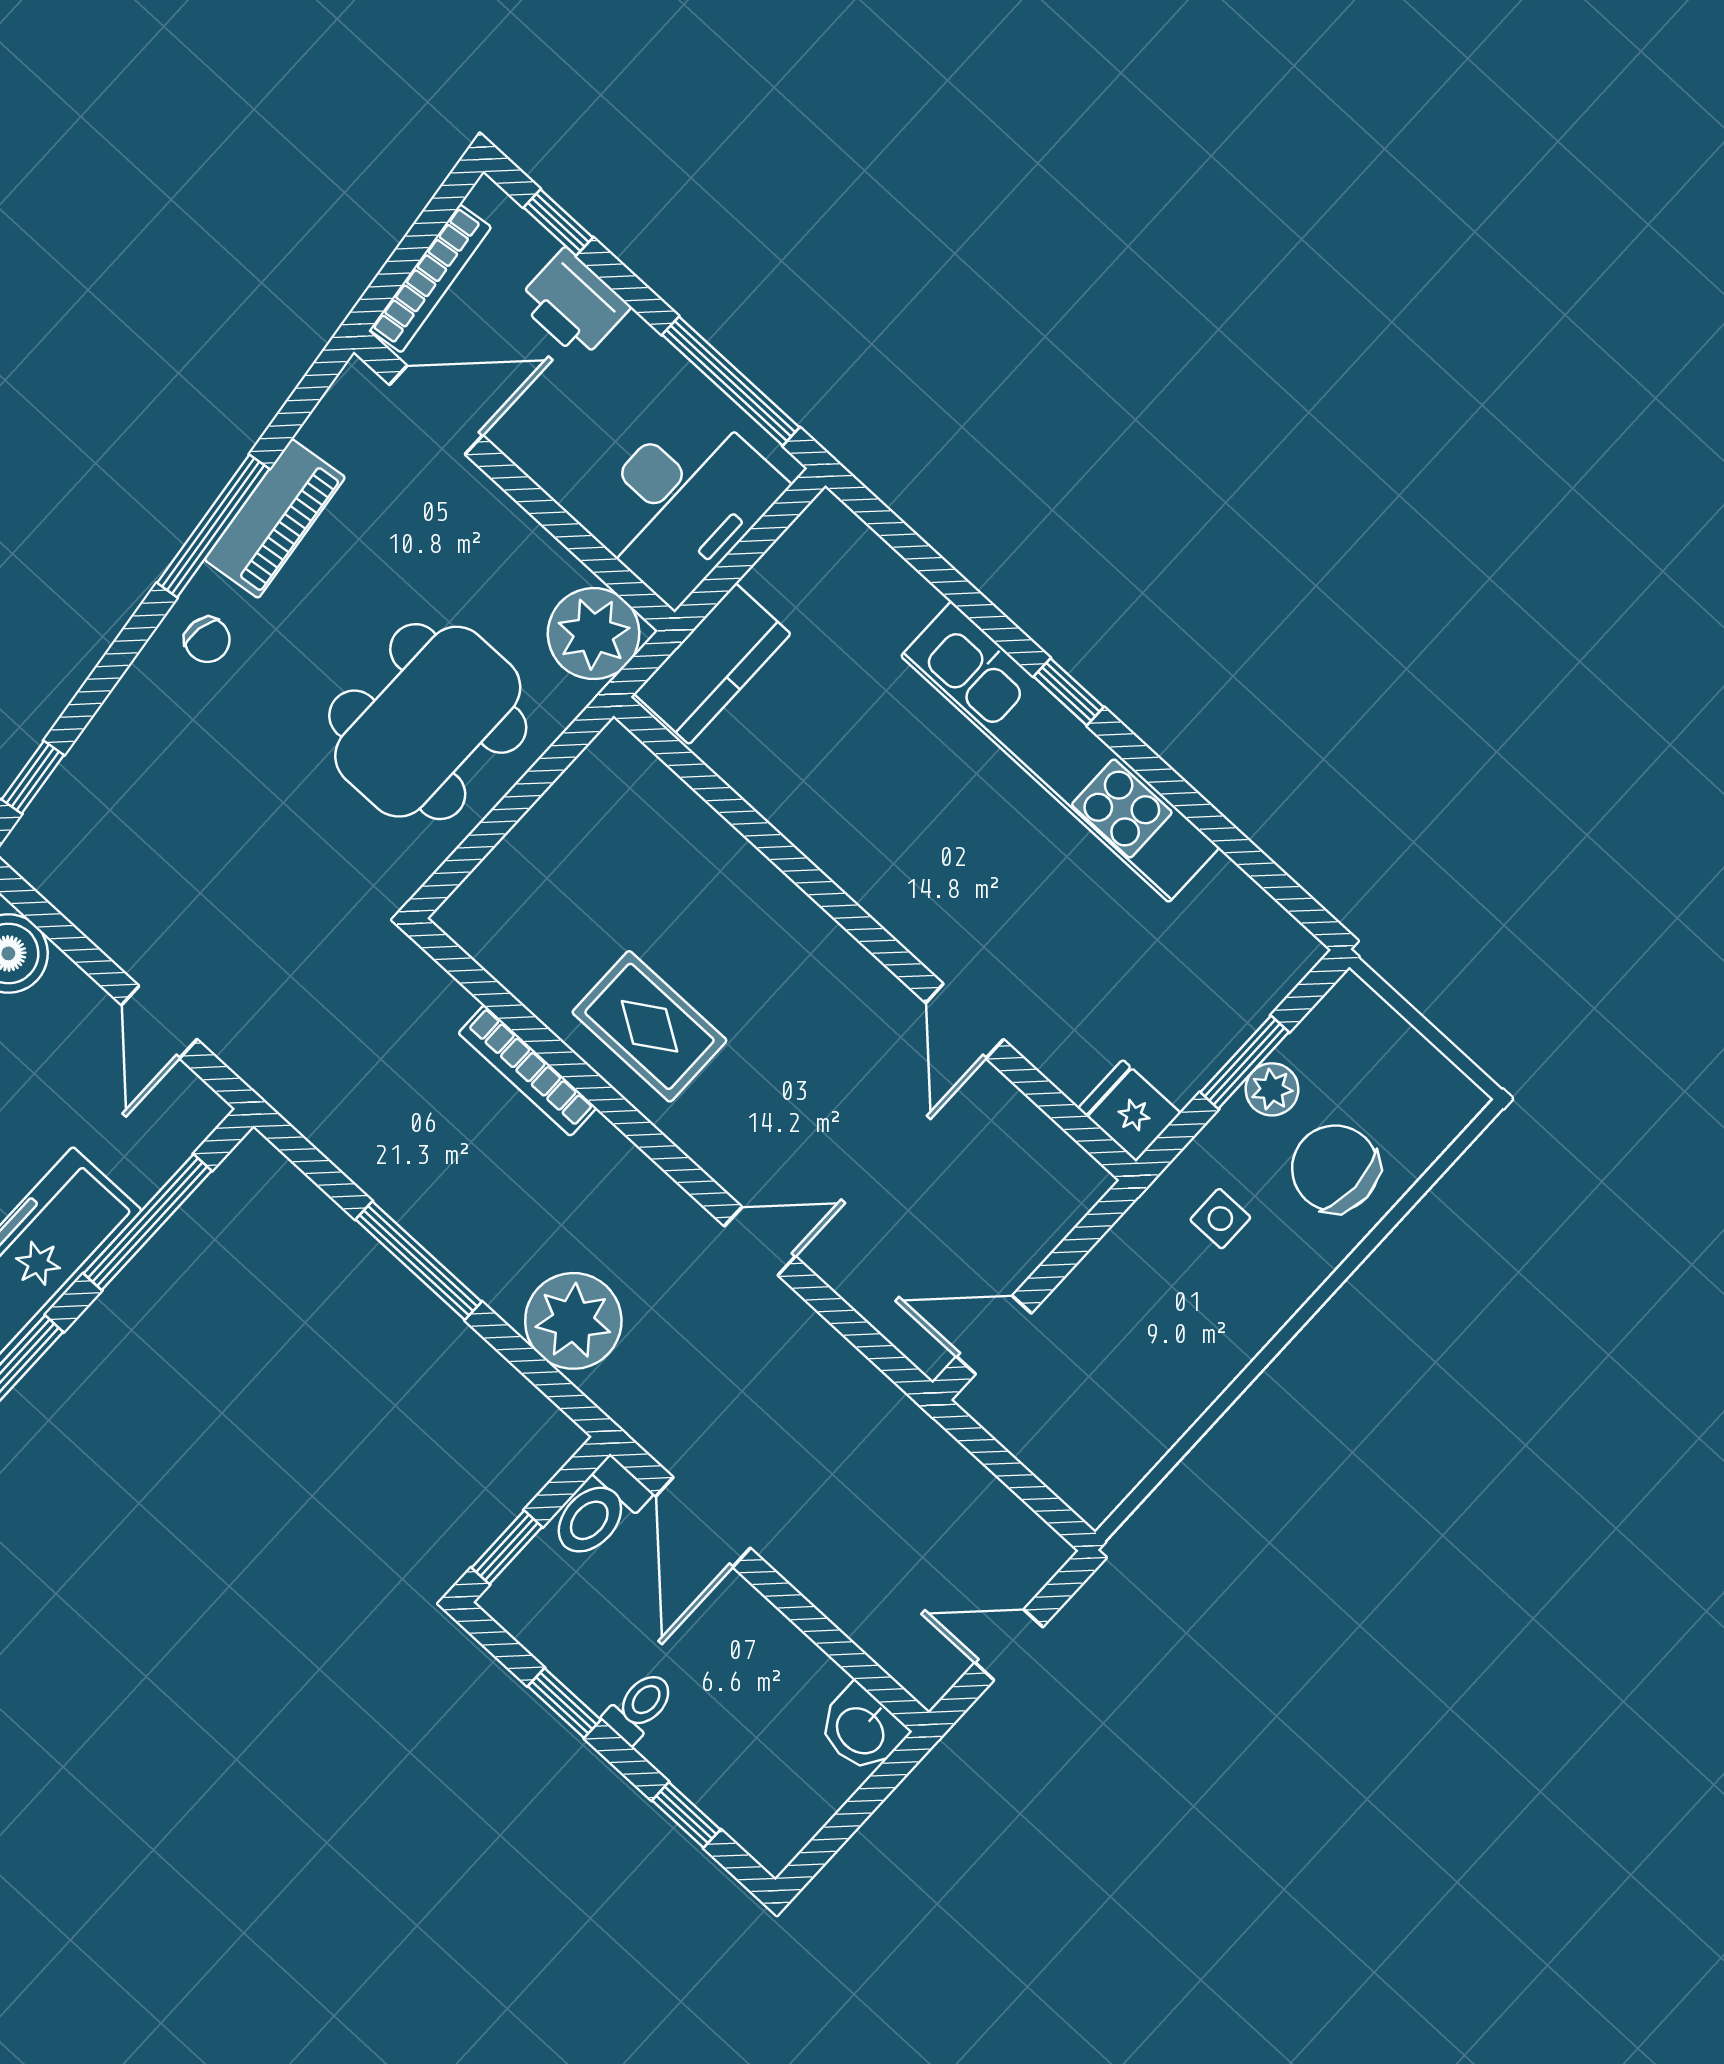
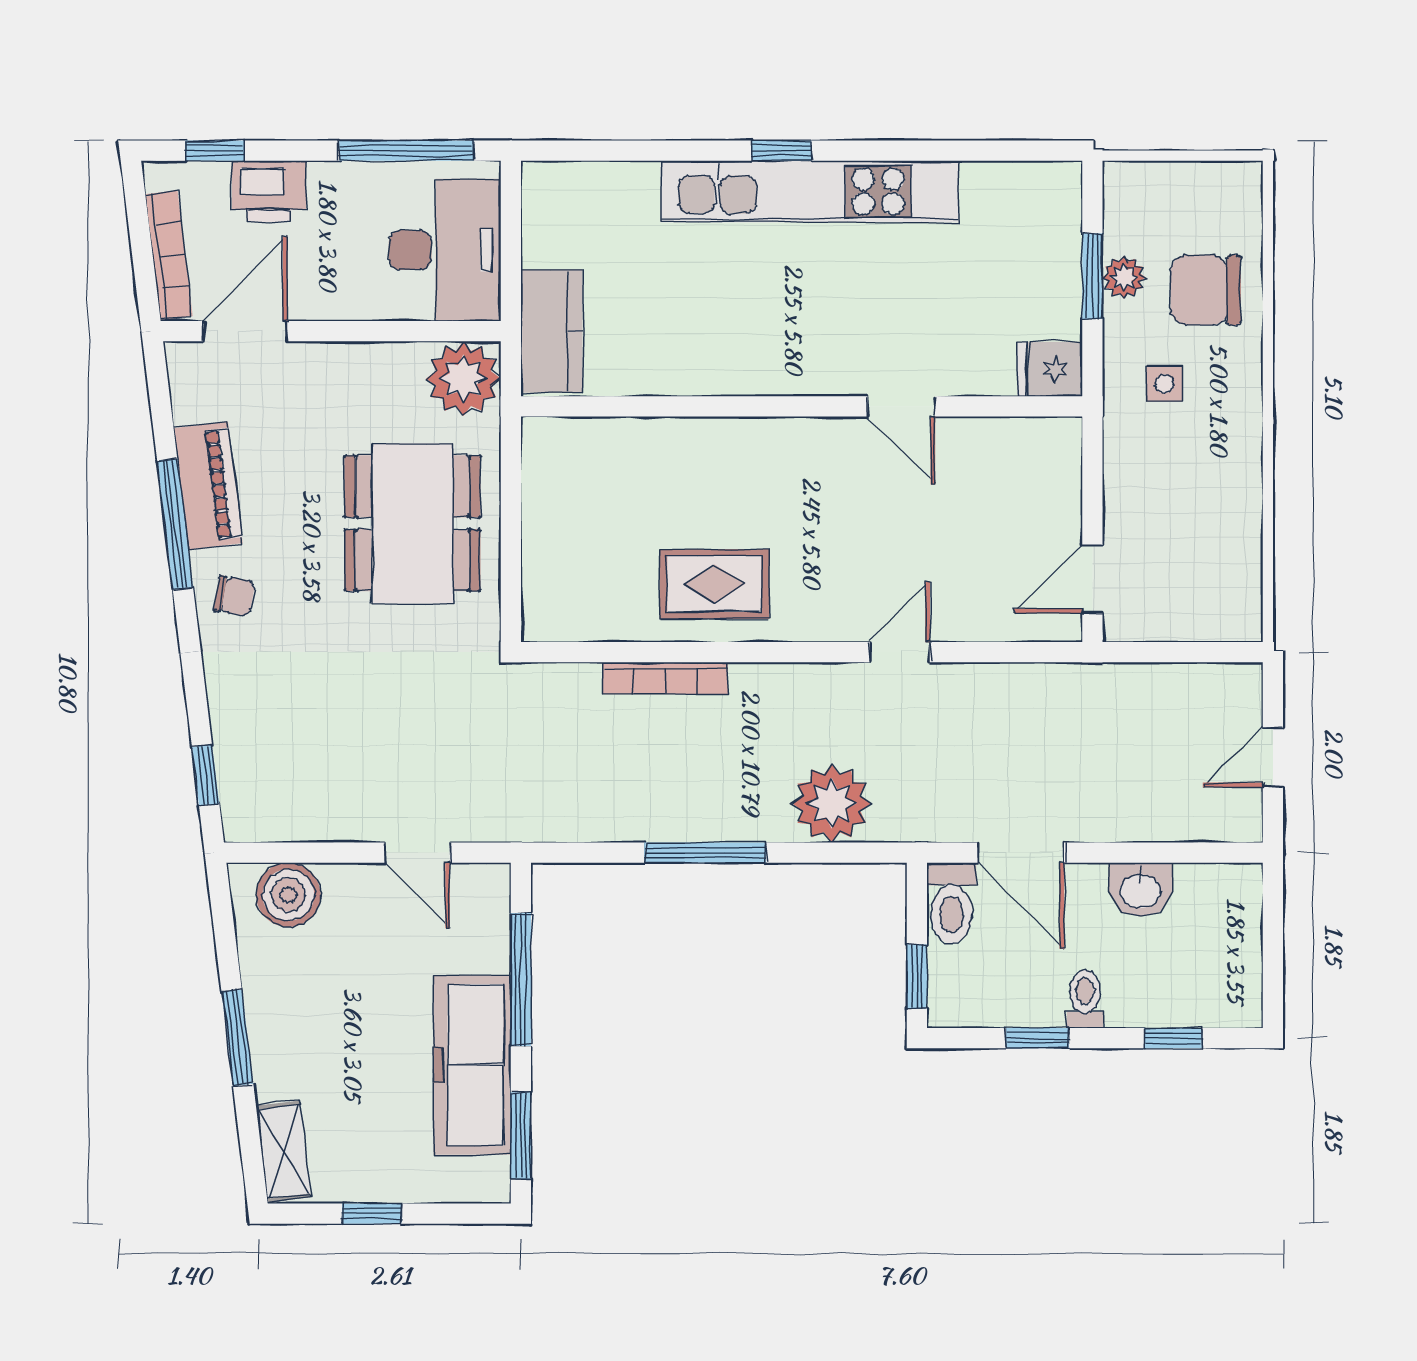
washbasin: (861, 1729) -> (1140, 890), moved

